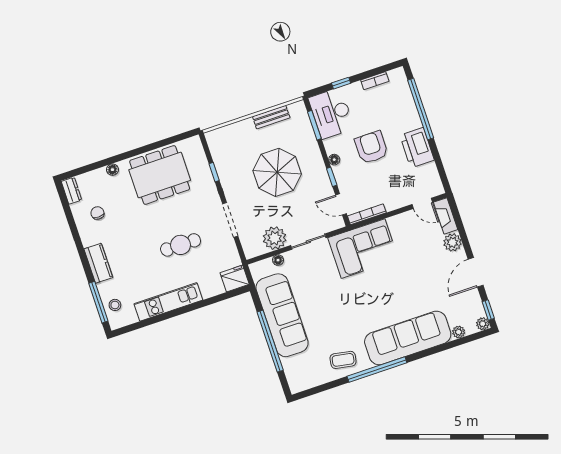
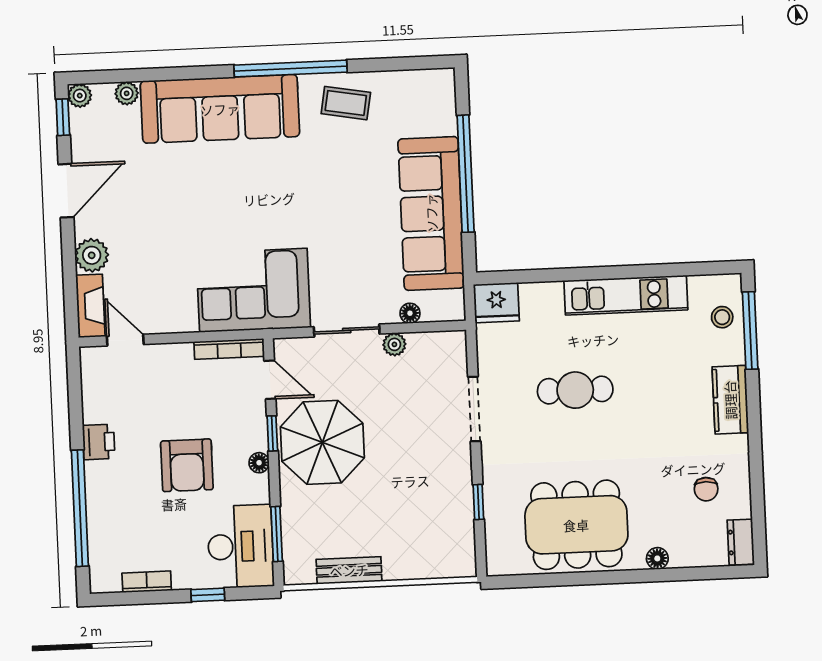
printer: (417, 148) -> (99, 442), width x0.53, depth x0.68
parasol: (277, 172) -> (322, 442), moved
plant: (275, 238) -> (394, 344), width x0.53, depth x0.53

